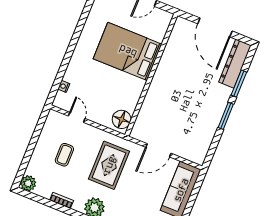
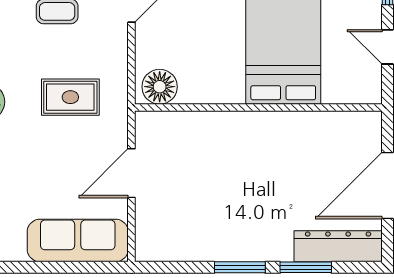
door: (158, 150) -> (131, 173), hinge flipped
rug: (109, 165) -> (70, 97), width x0.73, depth x0.70

